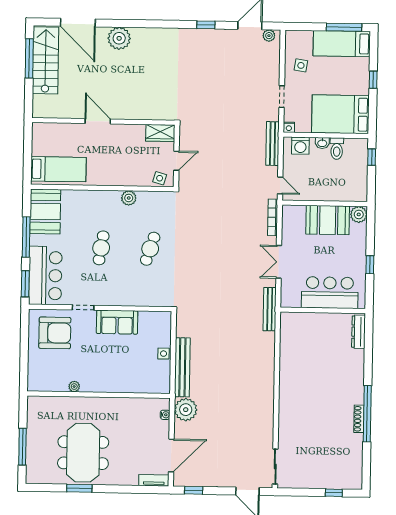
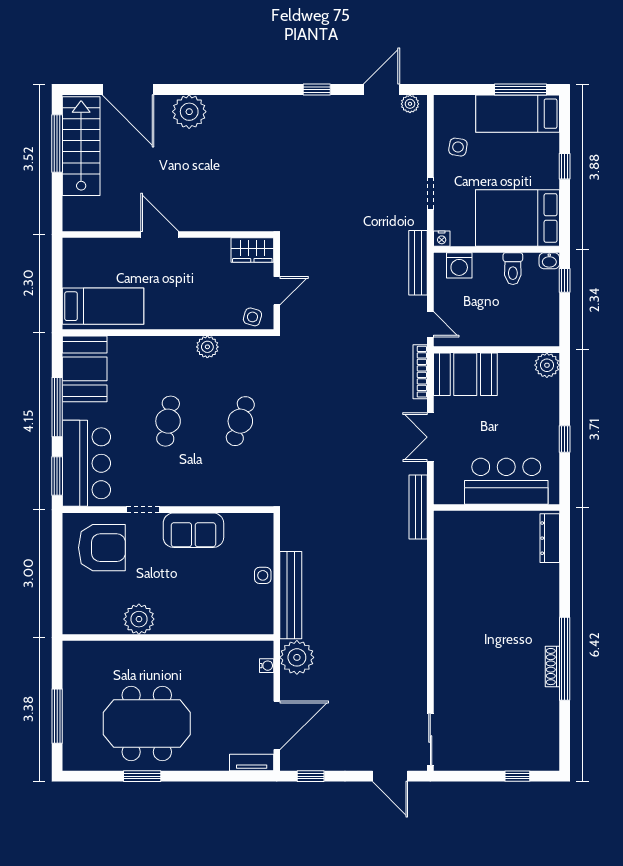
washbasin: (322, 143) -> (549, 261), moved
booth: (328, 220) -> (465, 374), moved
plant: (74, 387) -> (139, 619), width x1.87, depth x1.87
meeting table: (83, 453) -> (147, 723), turned 90

